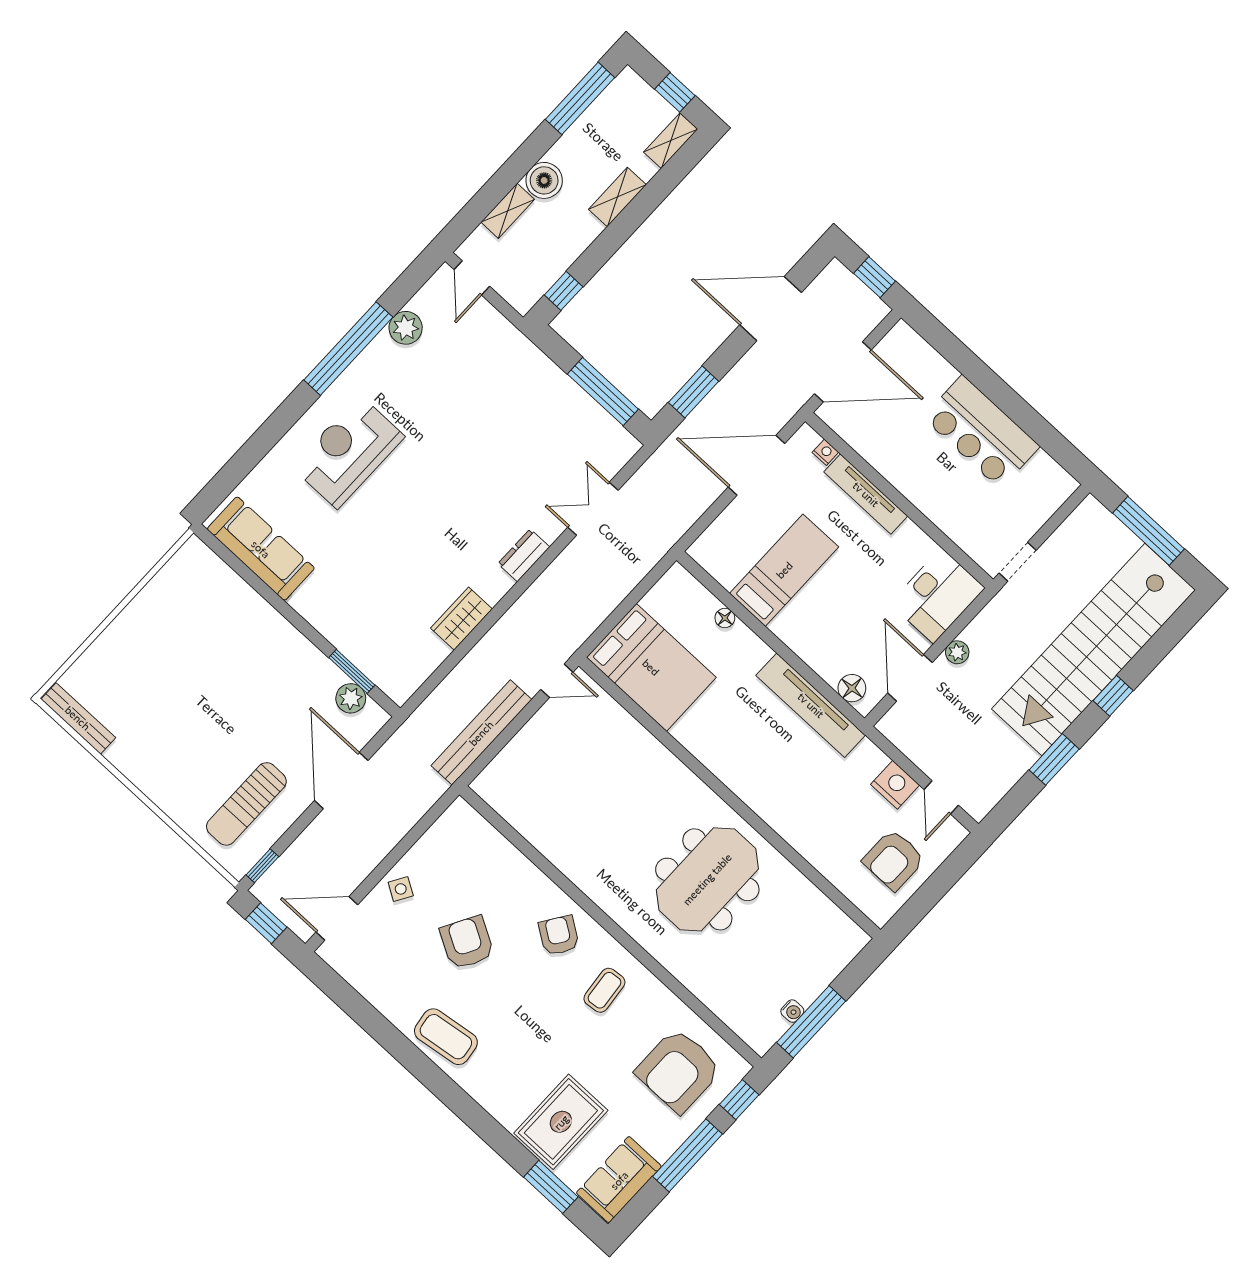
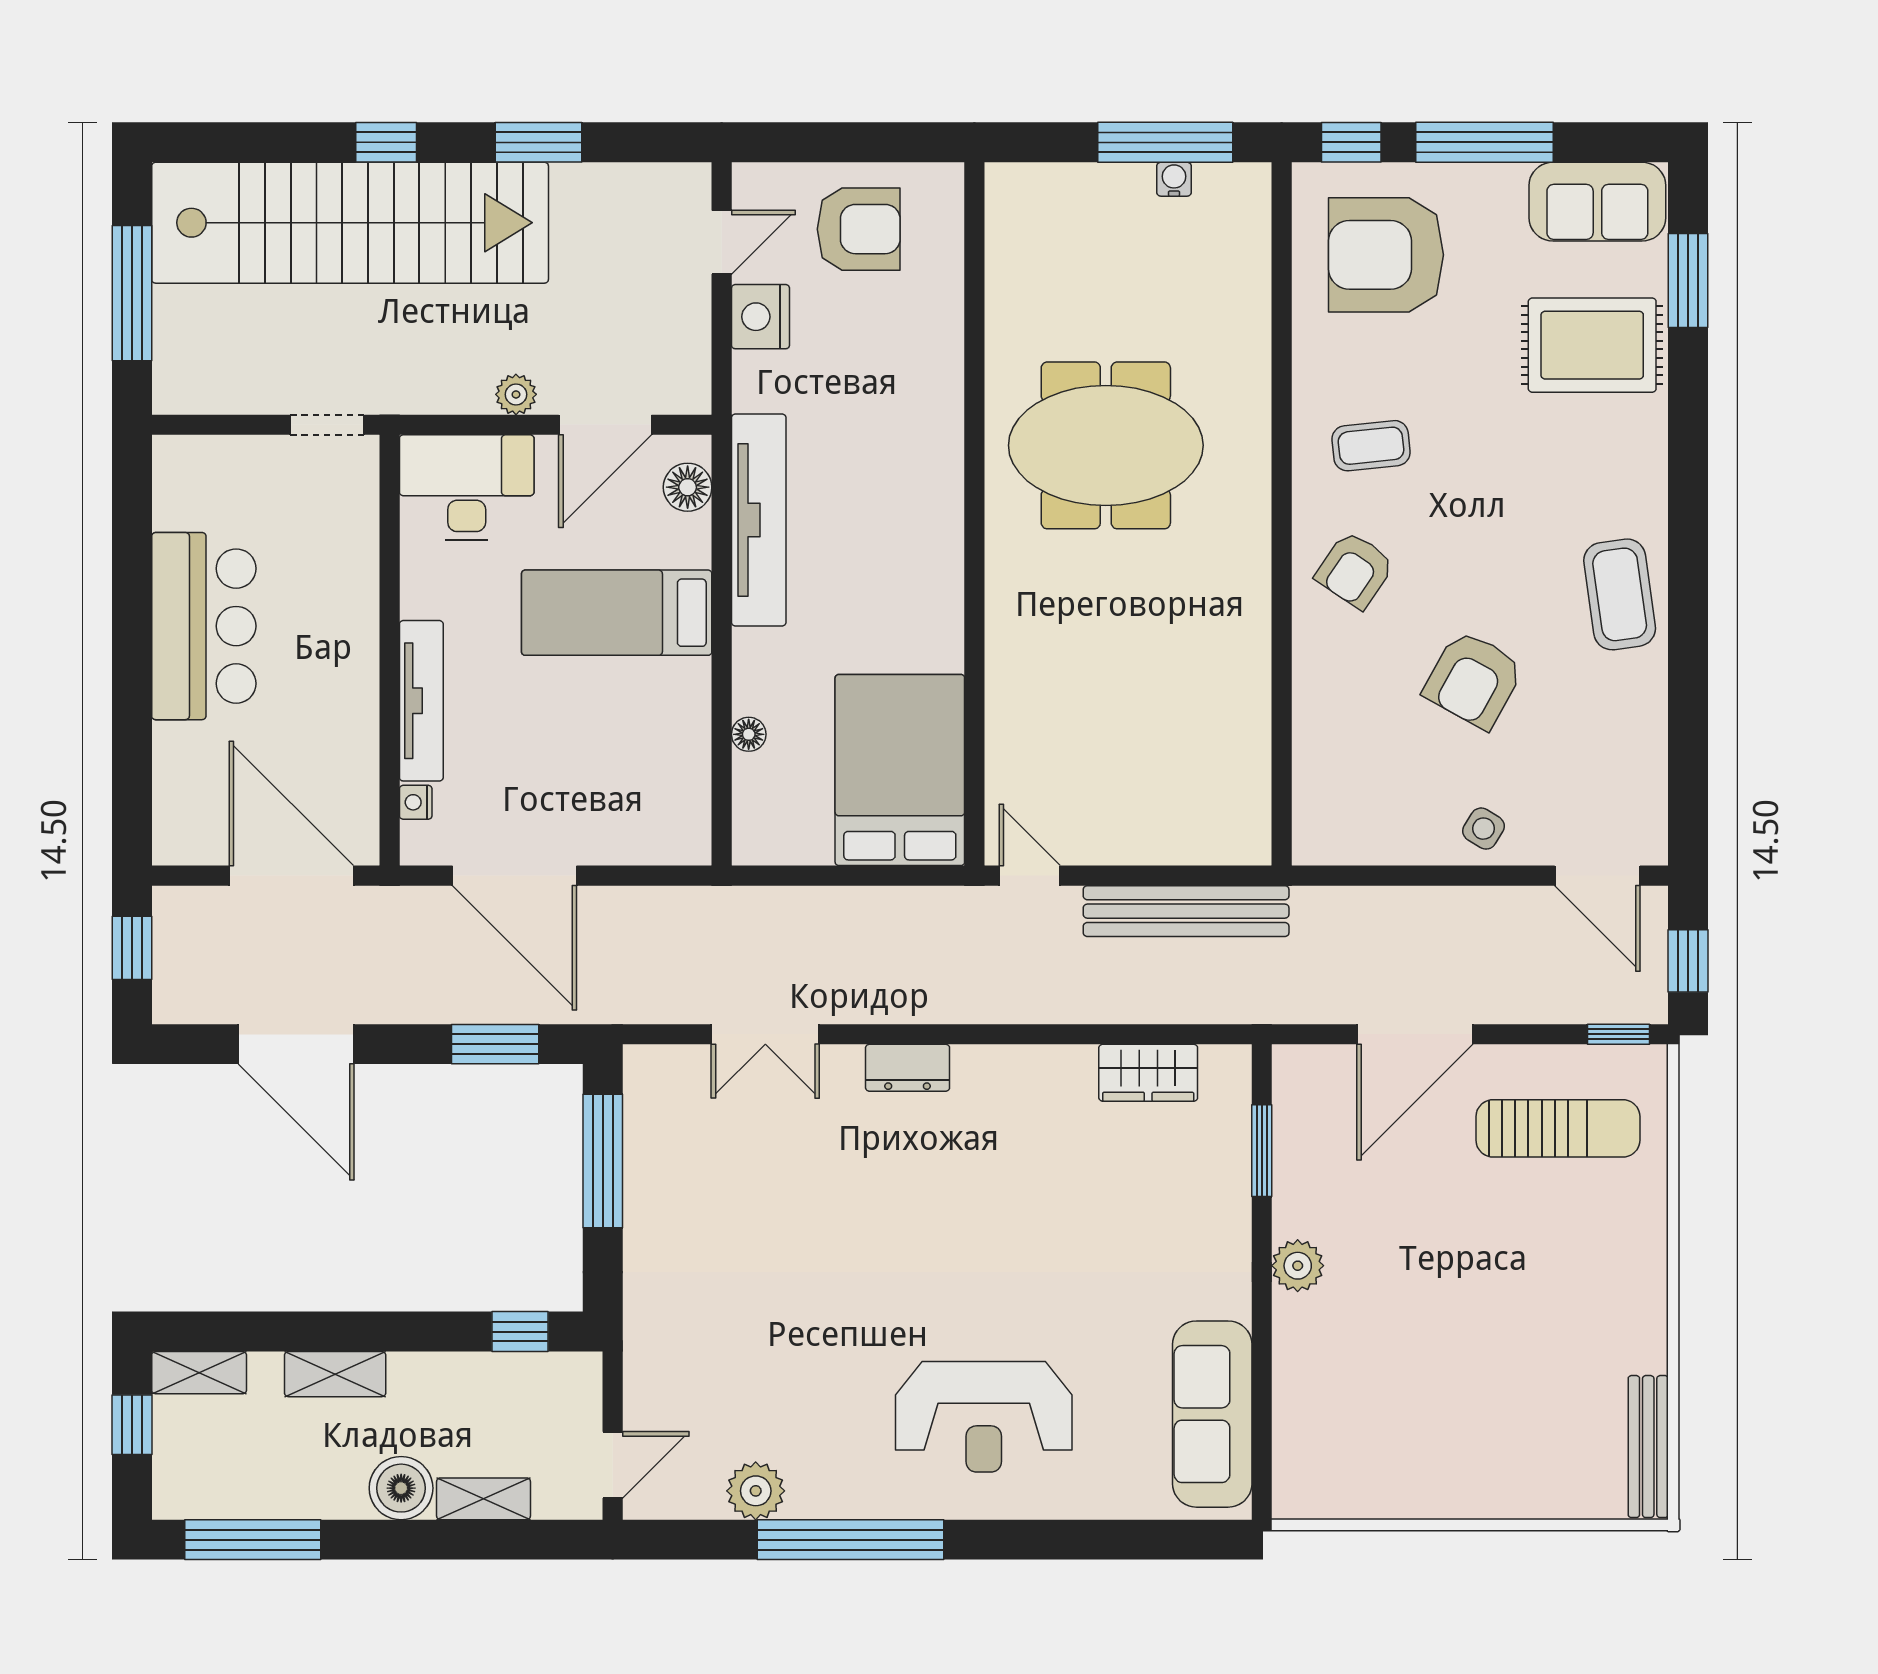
bed: (784, 570) -> (617, 613), moved
wardrobe: (461, 618) -> (1148, 1073), moved
plant: (351, 698) -> (1298, 1266), moved
armchair: (679, 1070) -> (1386, 255), turned 180

